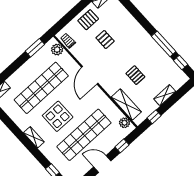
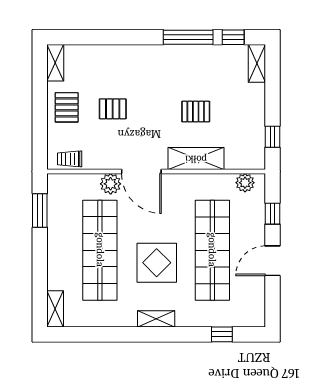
plant: (57, 50) -> (111, 184), moved
shelving: (165, 95) -> (257, 63), moved
shelving: (126, 104) -> (196, 159), moved

